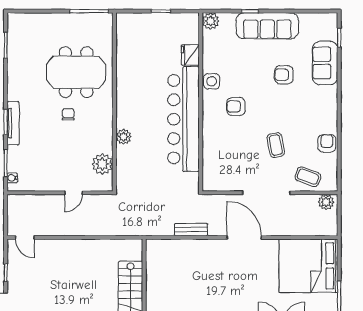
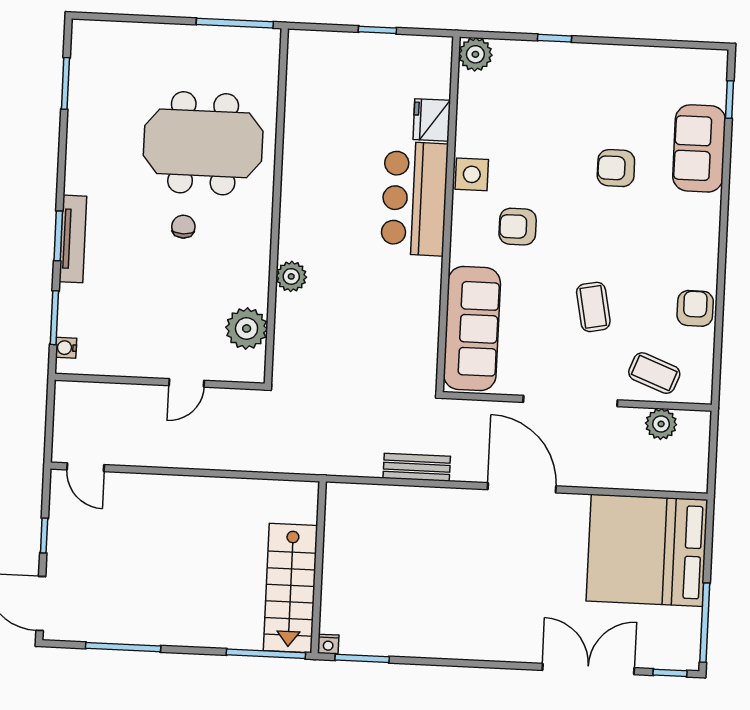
sofa: (267, 26) -> (472, 329), moved, turned -90
bar counter: (183, 119) -> (414, 199), width x0.54
plant: (326, 202) -> (661, 424), moved

